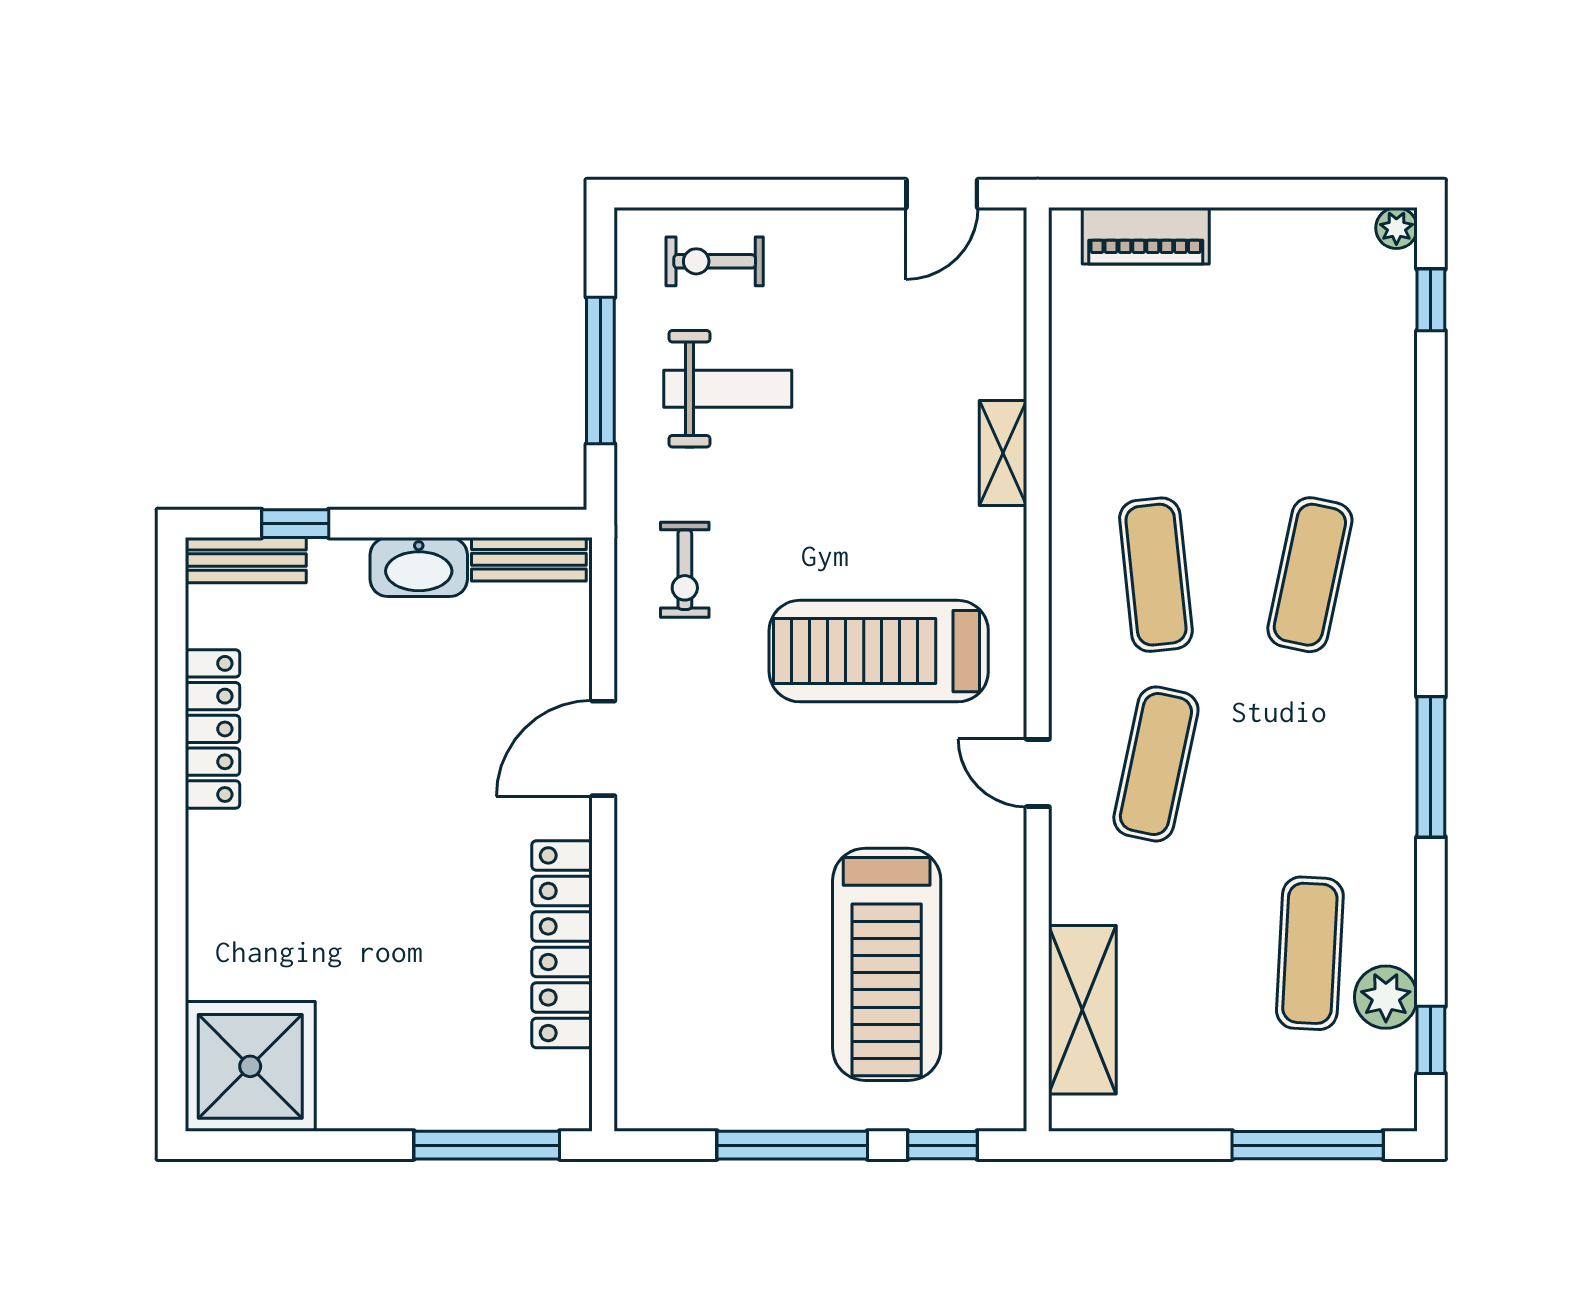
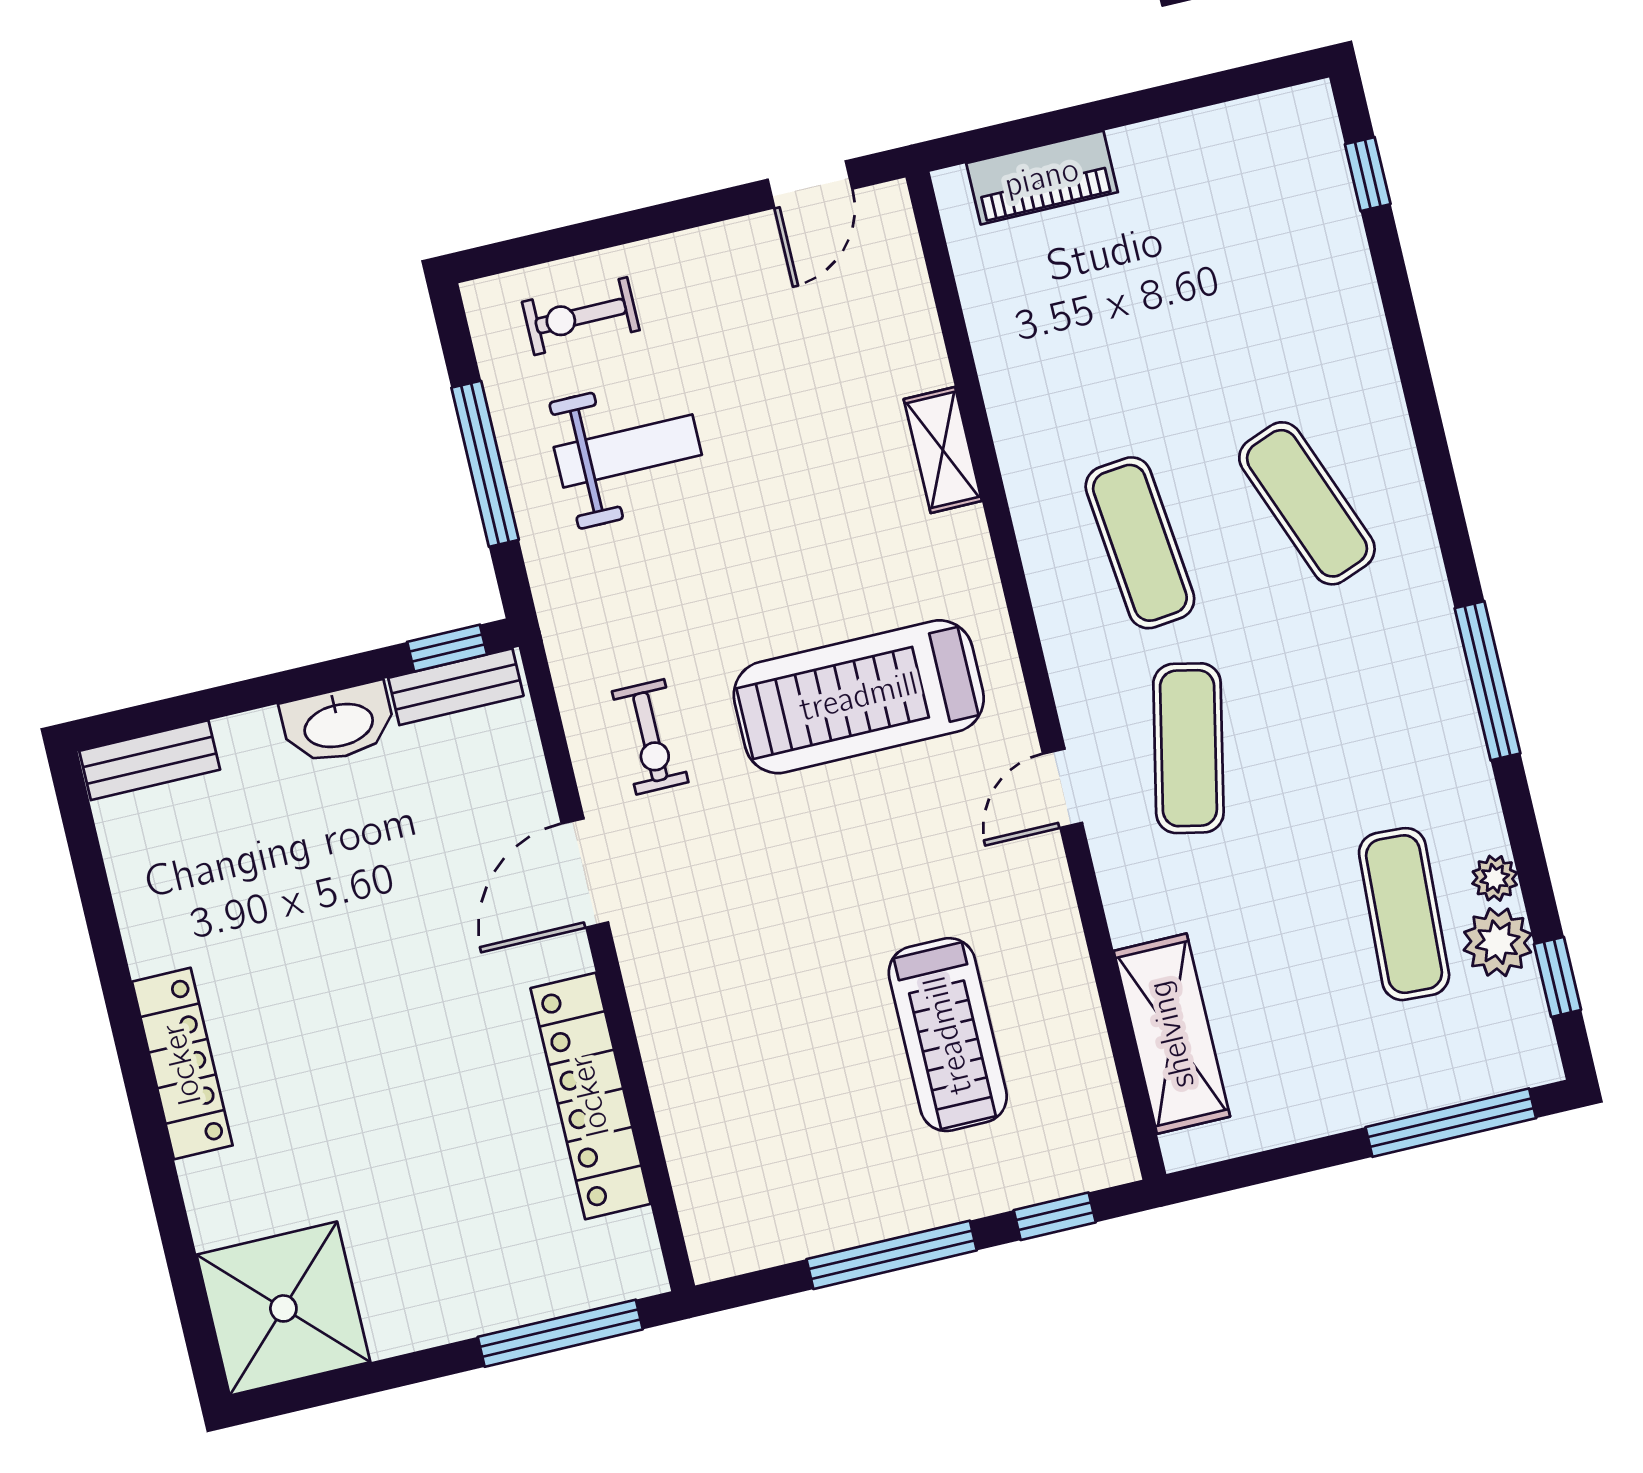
plant: (1396, 228) -> (1495, 878), moved
window: (295, 524) -> (447, 648), moved
exercise bike: (685, 570) -> (650, 737), moved
exercise mat: (1310, 575) -> (1307, 503), turned -33
locker: (212, 729) -> (182, 1064), moved
door: (1038, 773) -> (1063, 788), hinge flipped
treadmill: (887, 964) -> (948, 1035), width x0.73, depth x0.73

